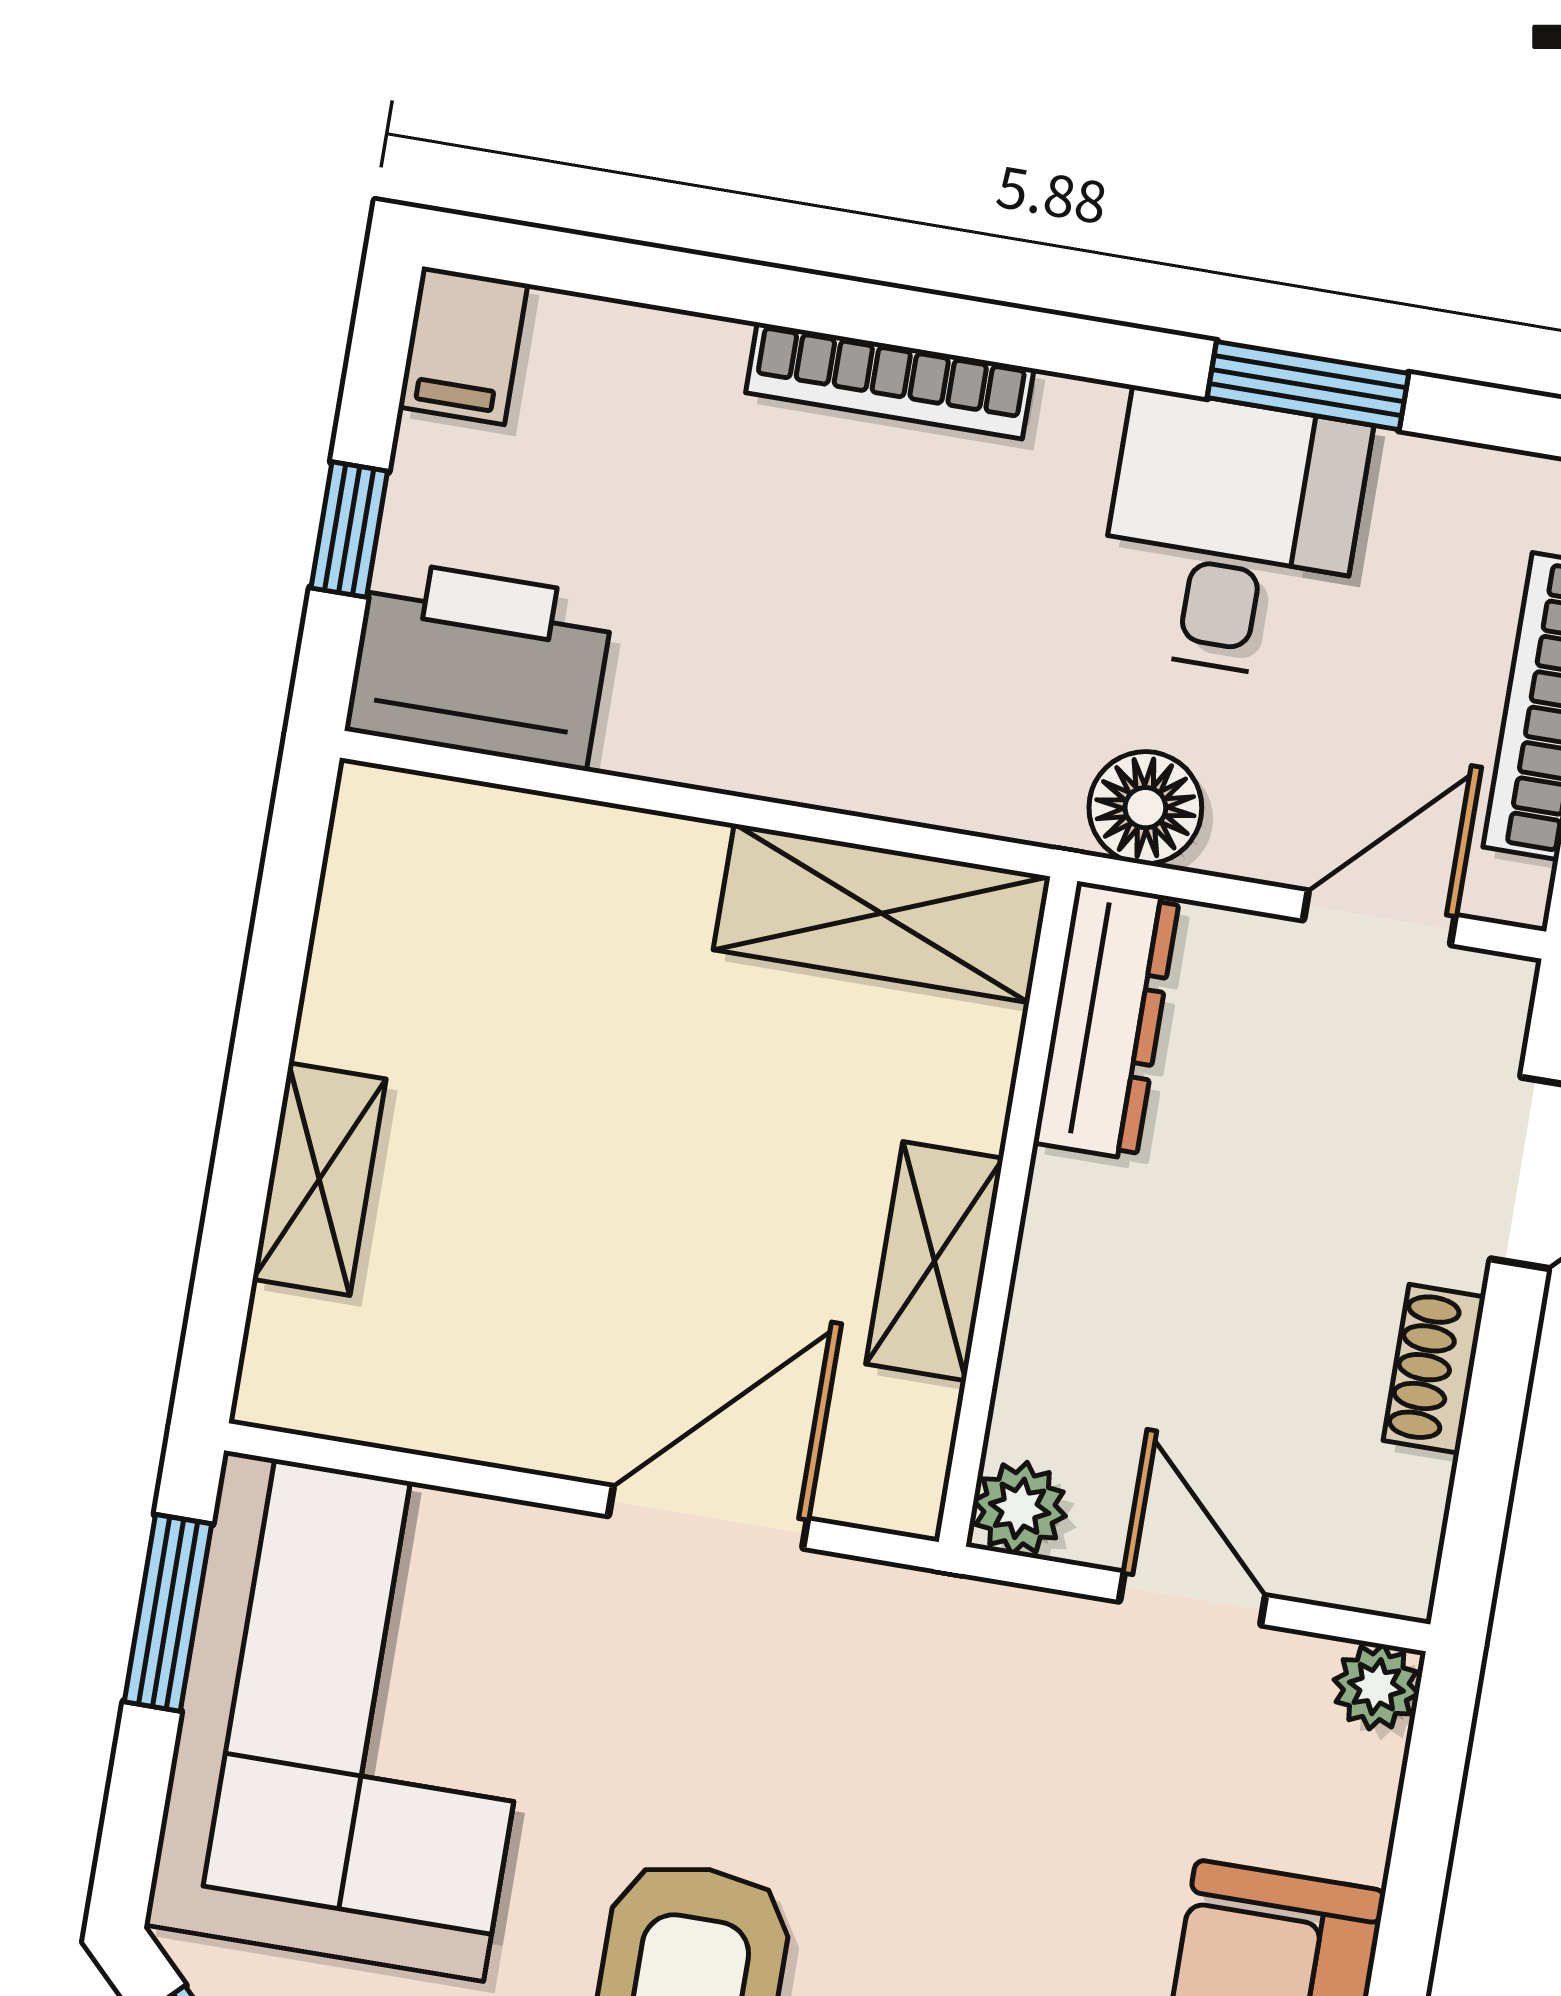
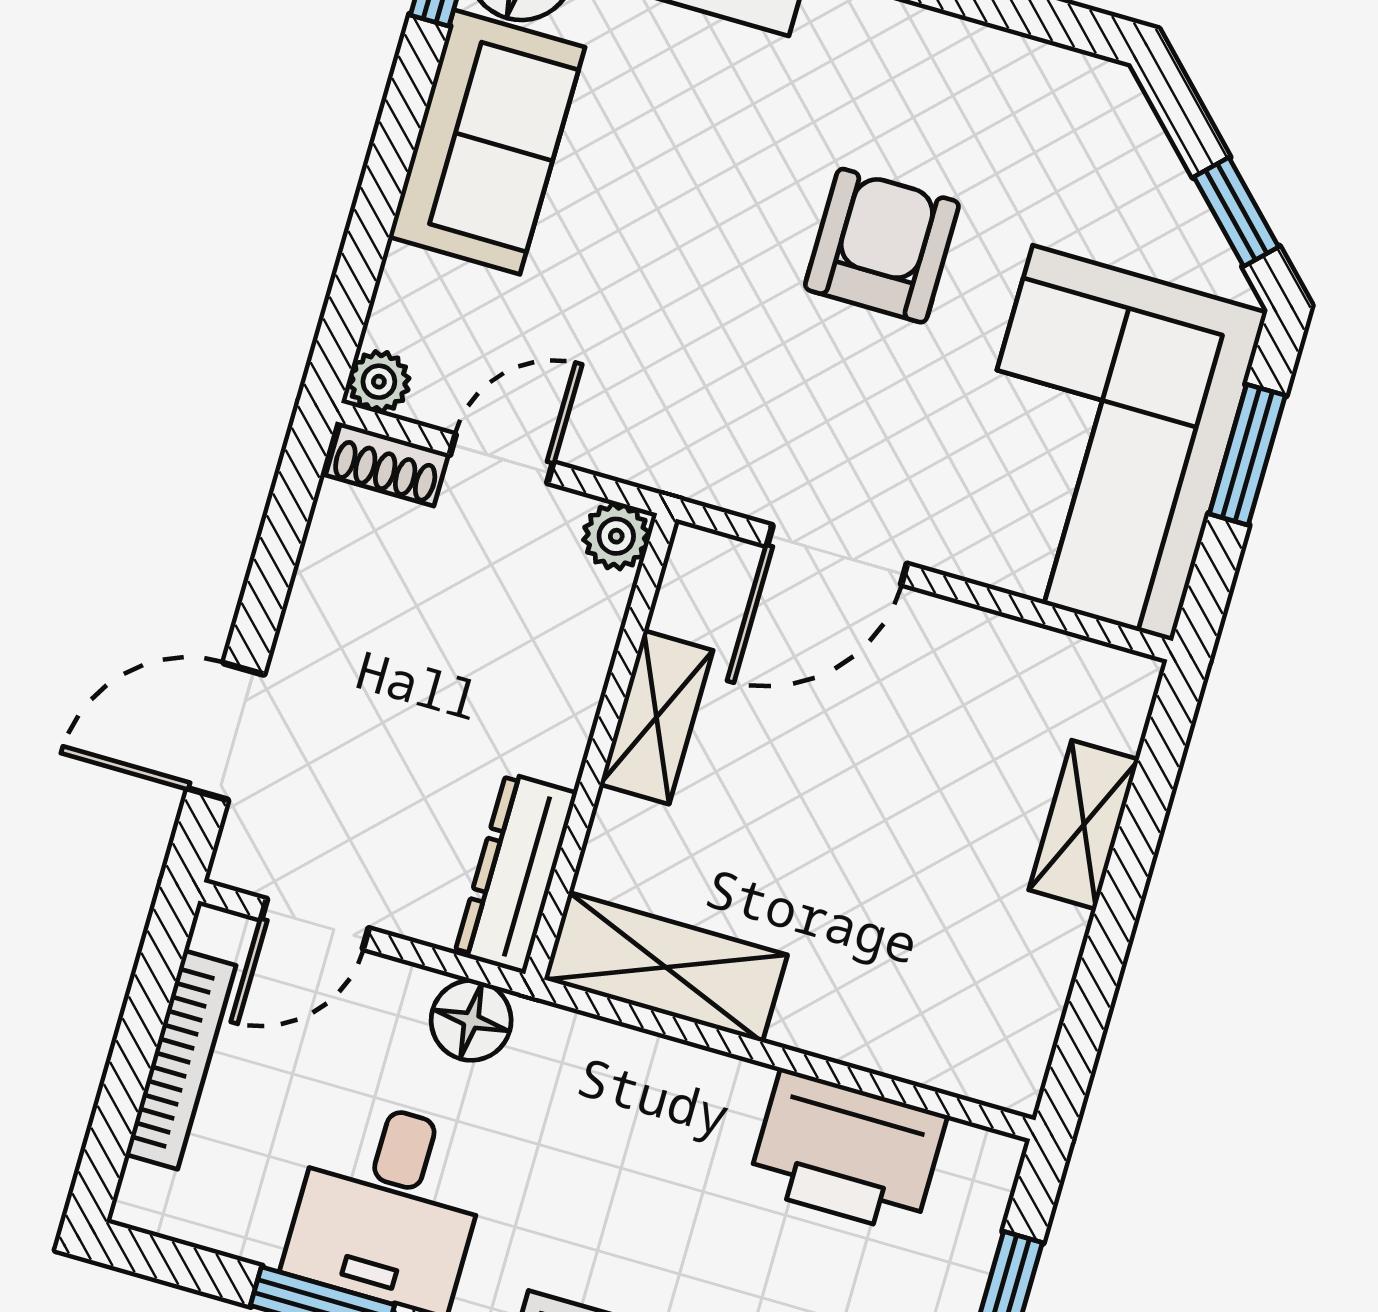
printer: (480, 664) -> (847, 1152), moved
shoe rack: (1434, 1369) -> (387, 464), moved, turned 90
door: (1192, 1598) -> (502, 459), swing flipped
window: (168, 1613) -> (1247, 455), moved

